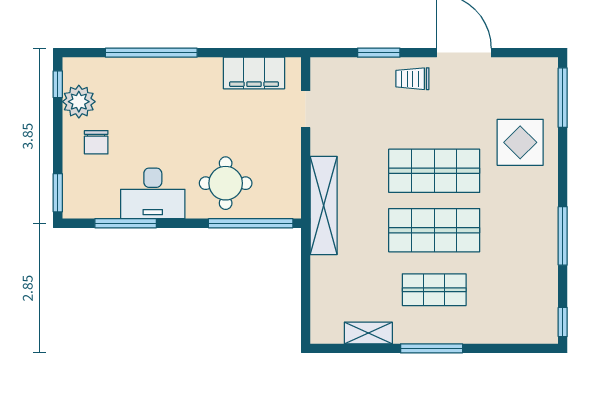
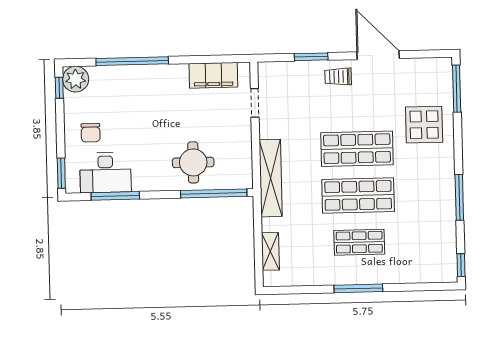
plant: (79, 102) -> (76, 79), moved
desk: (153, 193) -> (105, 173), moved
shelving: (368, 333) -> (270, 251), moved, turned 90

